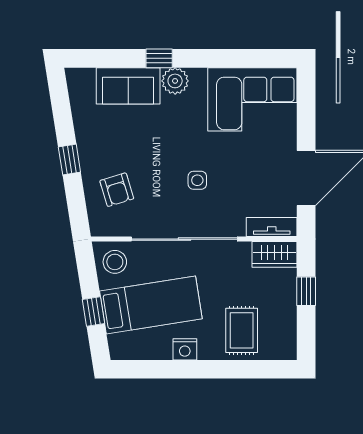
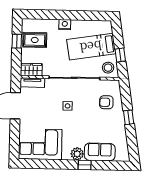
armchair: (117, 190) -> (106, 102), turned -73
window: (306, 291) -> (17, 41), moved
window: (94, 312) -> (120, 55), moved
rug: (242, 330) -> (35, 40), moved, turned 90
nightstand: (185, 349) -> (65, 25), moved

